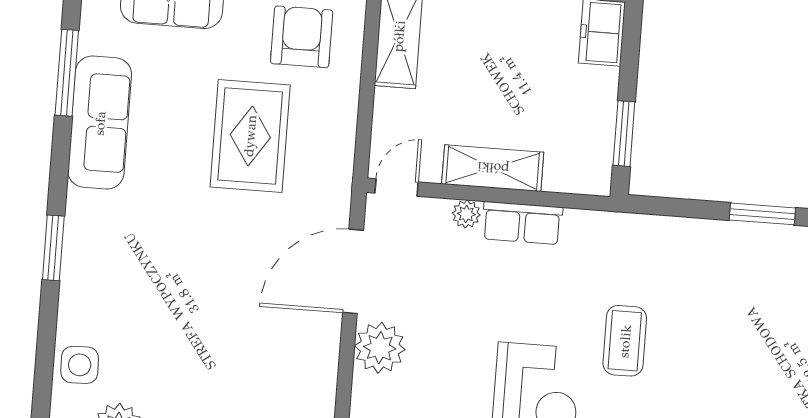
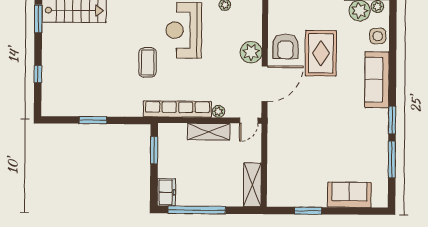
armchair: (302, 37) -> (285, 46), moved
sofa: (100, 123) -> (377, 80), moved
rug: (250, 136) -> (321, 53), moved
row of seats: (522, 223) -> (177, 109), width x2.02
window: (53, 248) -> (392, 120), moved

